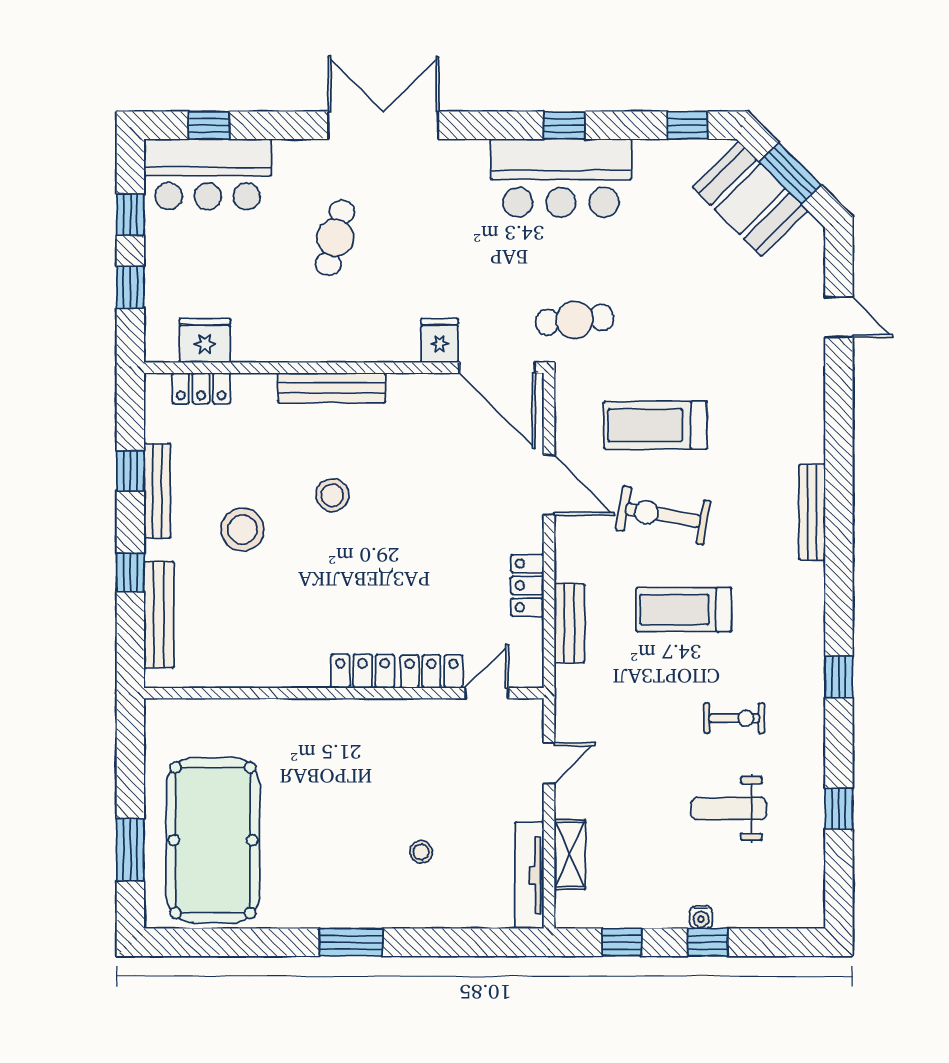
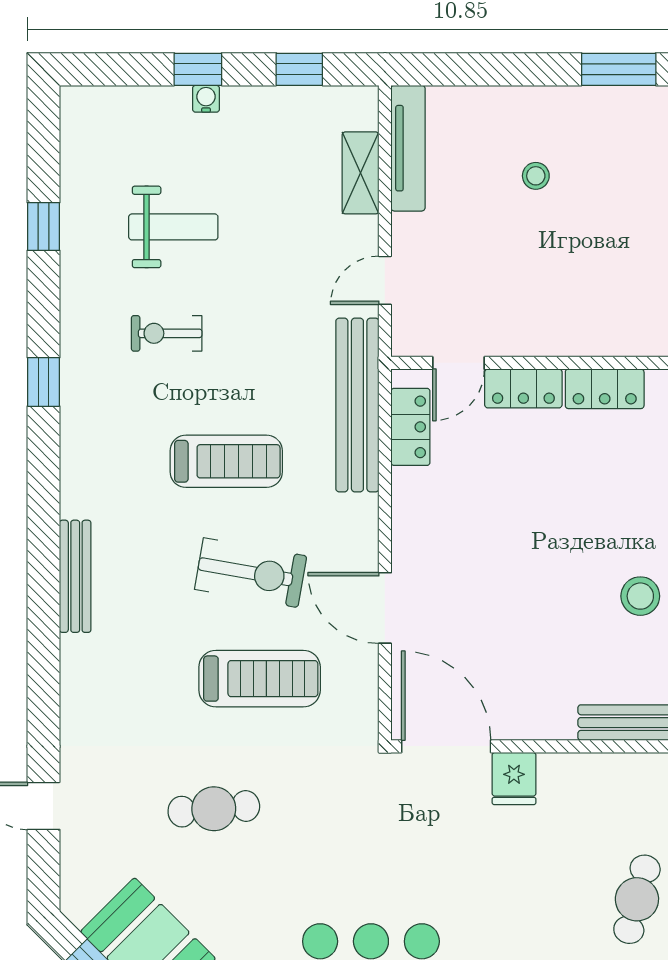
cafe table: (575, 320) -> (214, 809), moved
locker: (527, 585) -> (410, 427), moved
bench: (569, 623) -> (357, 405), width x1.86, depth x1.21

